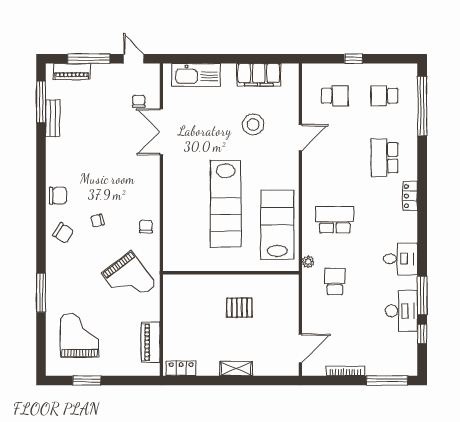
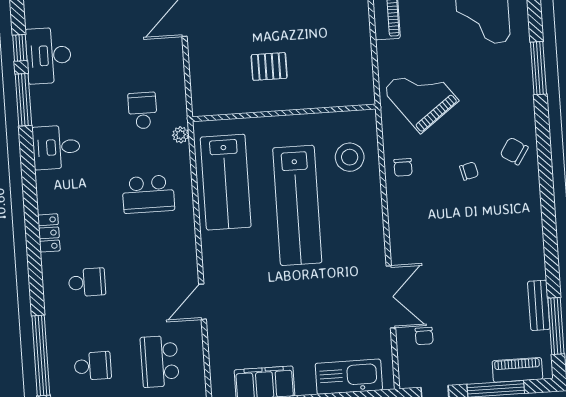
school desk: (335, 96) -> (160, 361), width x1.85
stool: (253, 124) -> (350, 157), moved
school desk: (384, 158) -> (87, 282), width x0.54
chair: (58, 196) -> (525, 201), removed
lab bench: (226, 204) -> (297, 205), turned 180
school desk: (335, 282) -> (143, 111), turned 180
desk: (401, 311) -> (49, 55), moved

